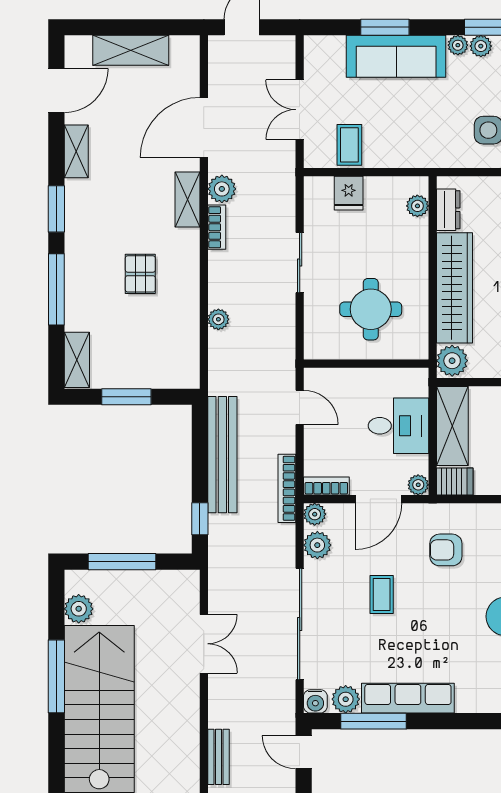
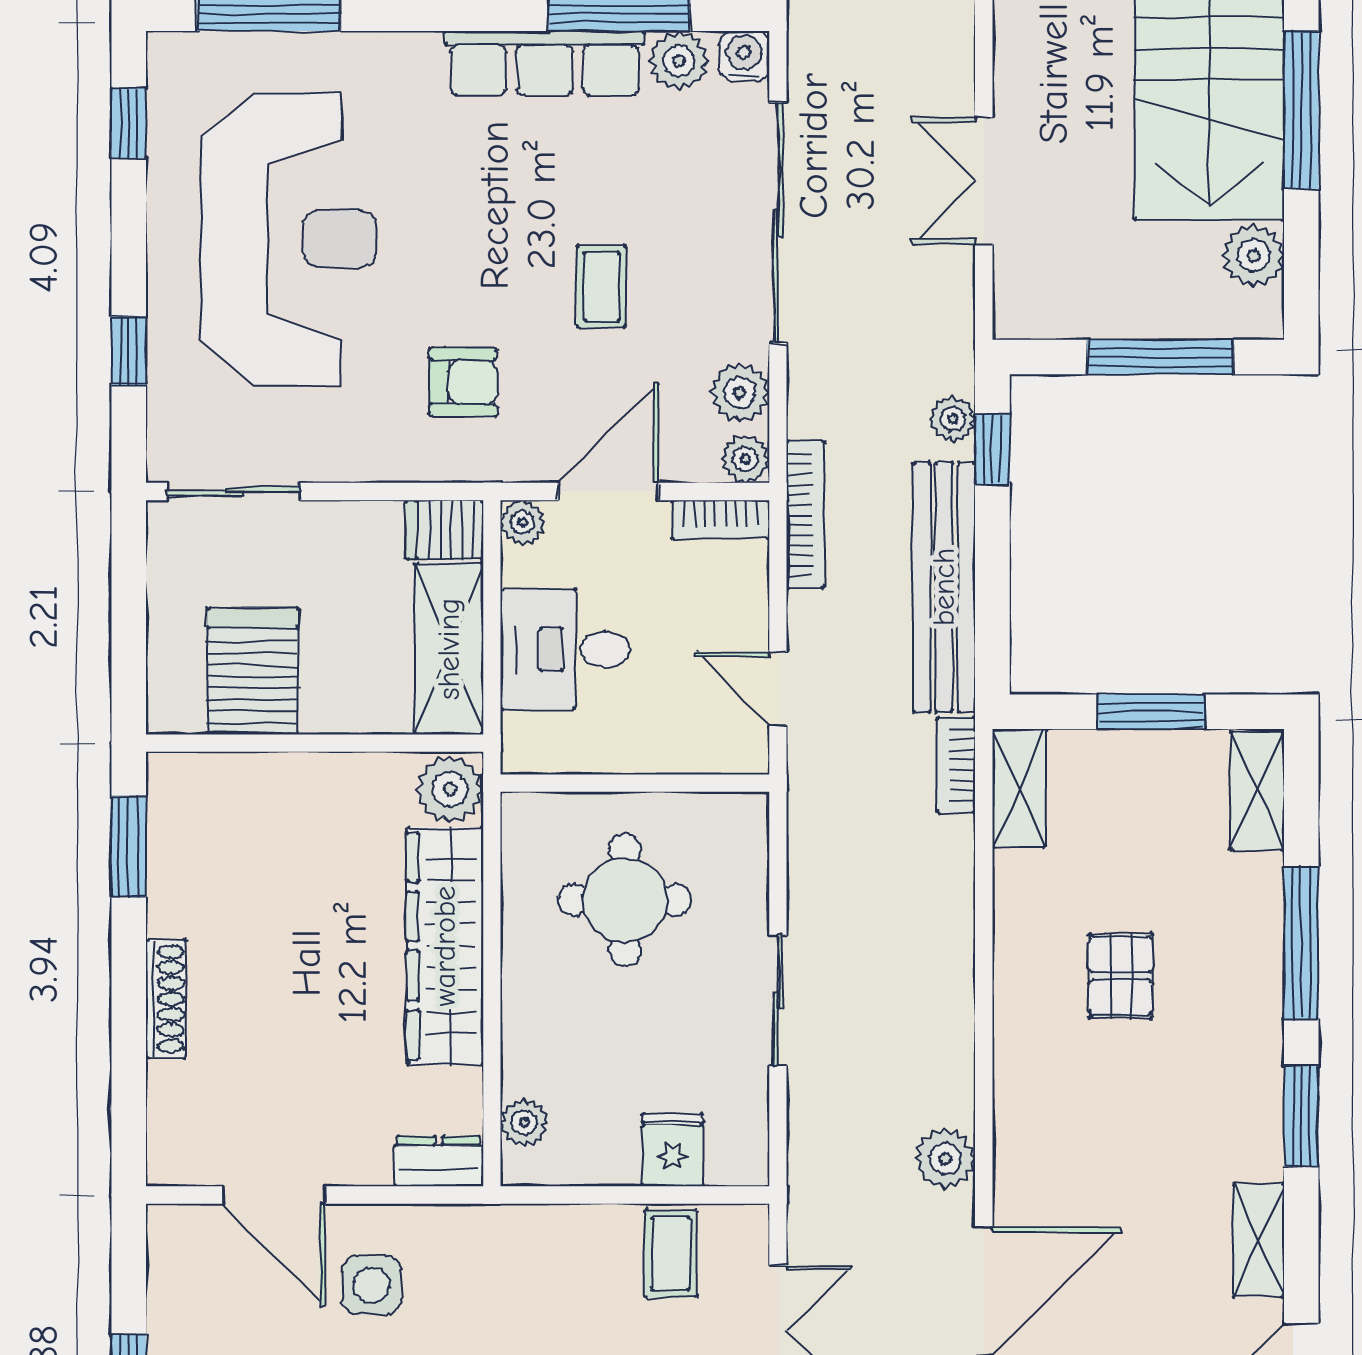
shelving: (188, 200) -> (1019, 788), moved
dresser: (448, 210) -> (439, 1161), moved, turned 90
bookcase: (217, 227) -> (956, 765), moved
plant: (218, 319) -> (953, 419), moved

